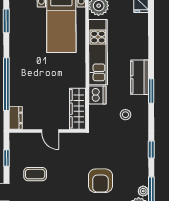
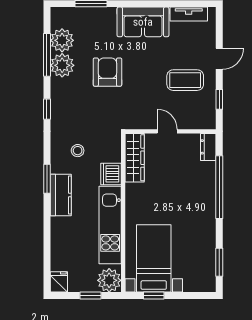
coffee table: (35, 174) -> (185, 80), width x1.36, depth x1.30
plant: (143, 191) -> (62, 65), width x1.87, depth x1.87

